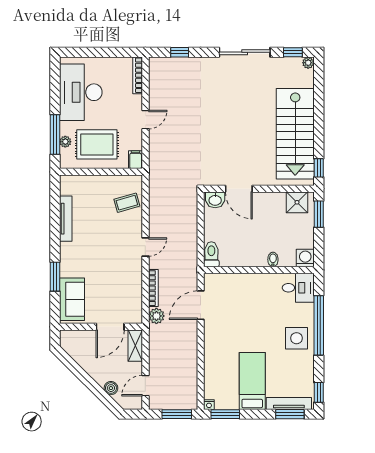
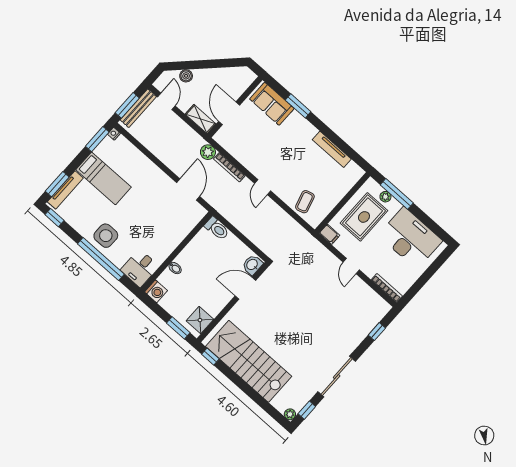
bench: (171, 403) -> (138, 108), added

